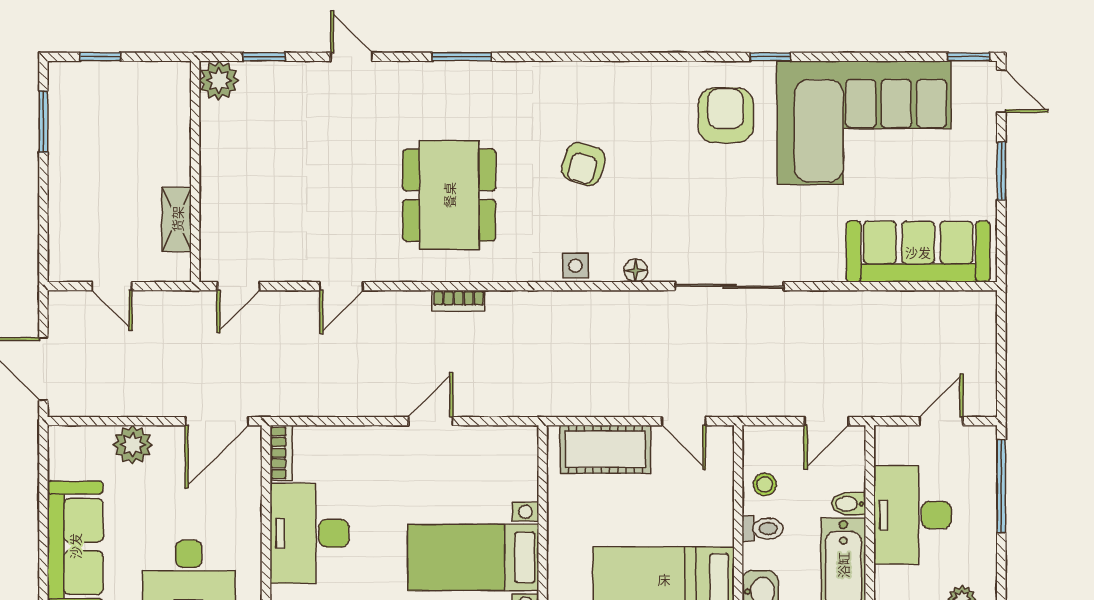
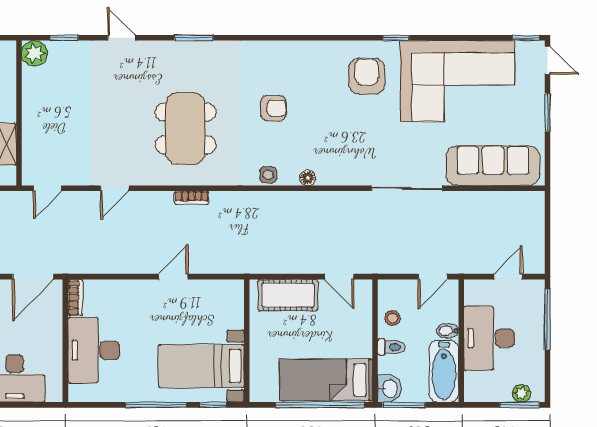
armchair: (583, 164) -> (273, 108), turned -106
sliding door: (729, 286) -> (407, 188), moved

